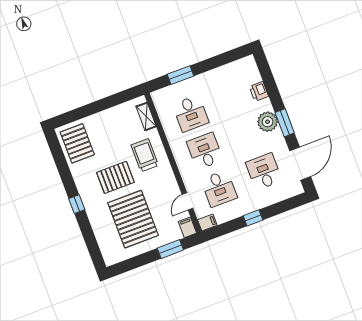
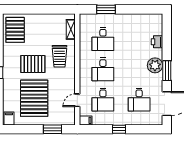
desk: (205, 151) -> (103, 69), turned 180
trolley: (145, 155) -> (59, 56), turned 180
desk: (264, 172) -> (139, 100), turned 180
filing cabinet: (187, 227) -> (9, 118), moved

